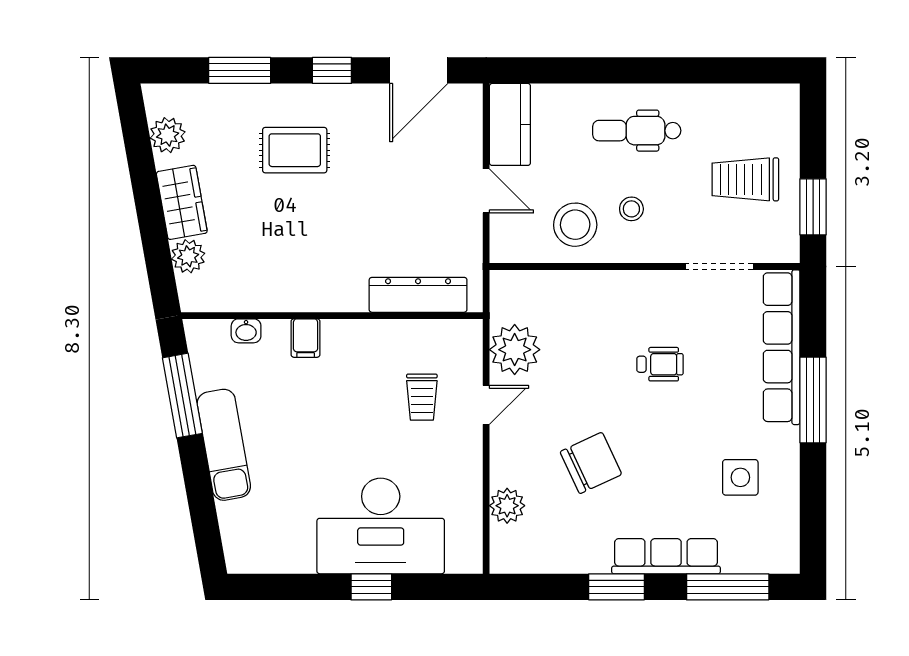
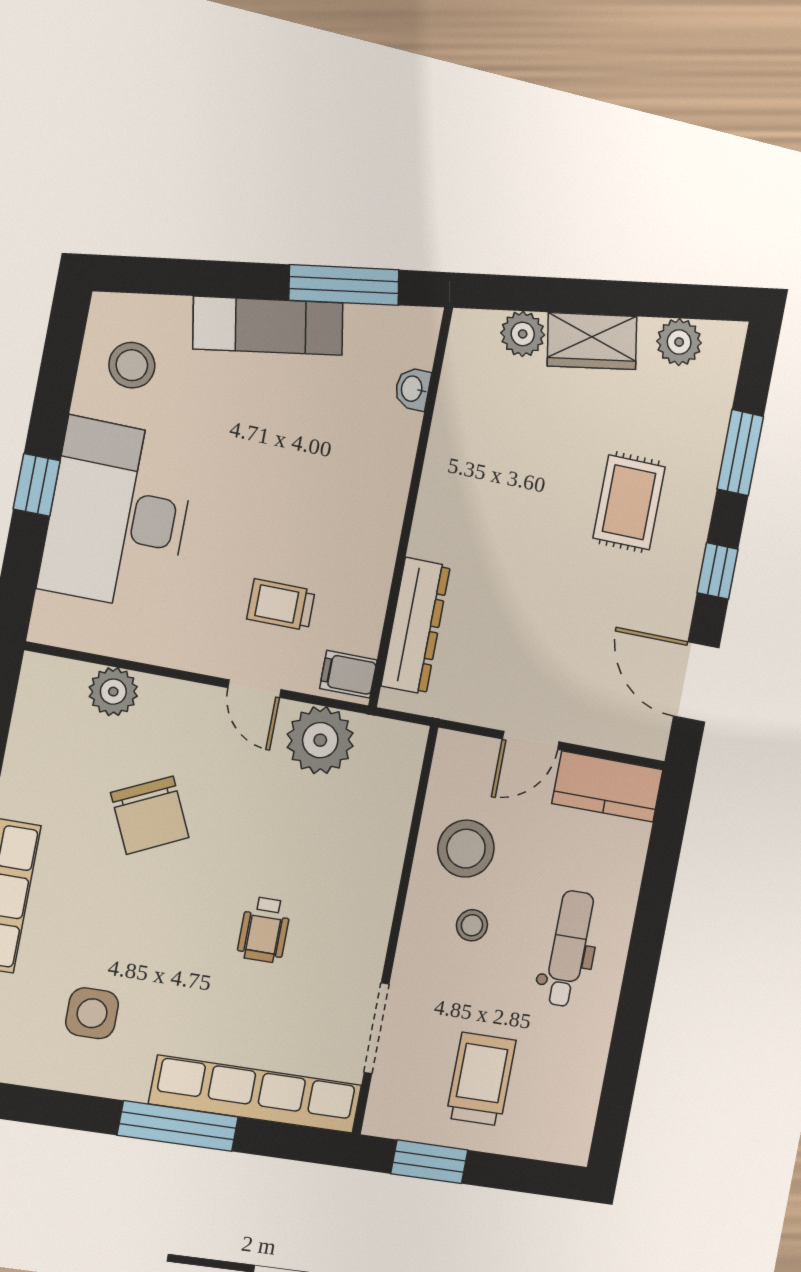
filing cabinet: (306, 338) -> (348, 674), moved
stool: (273, 536) -> (132, 365), added

